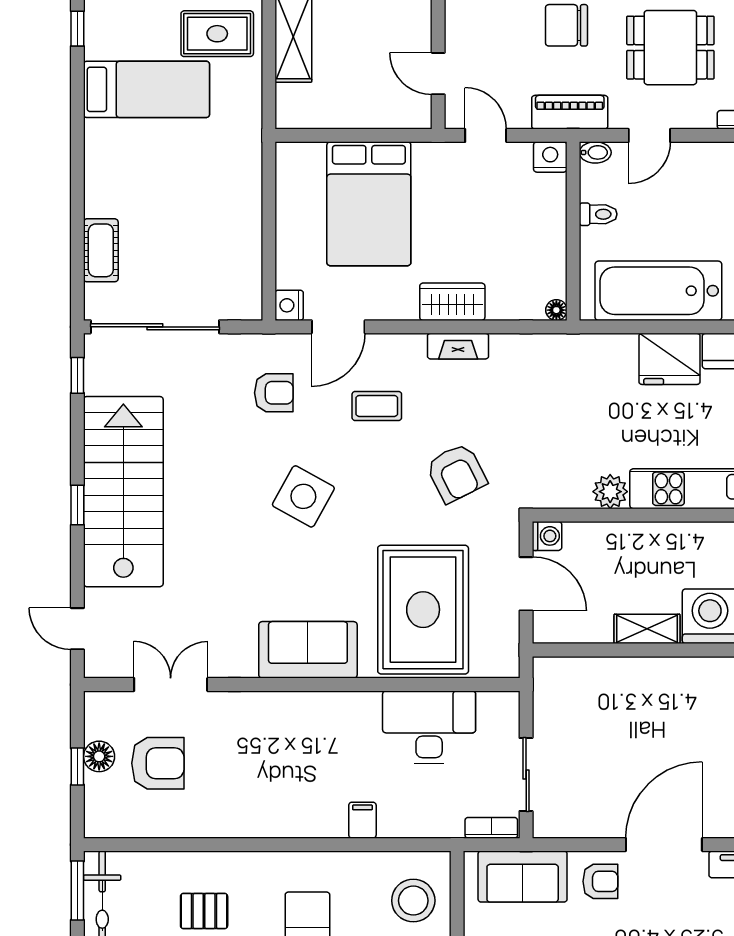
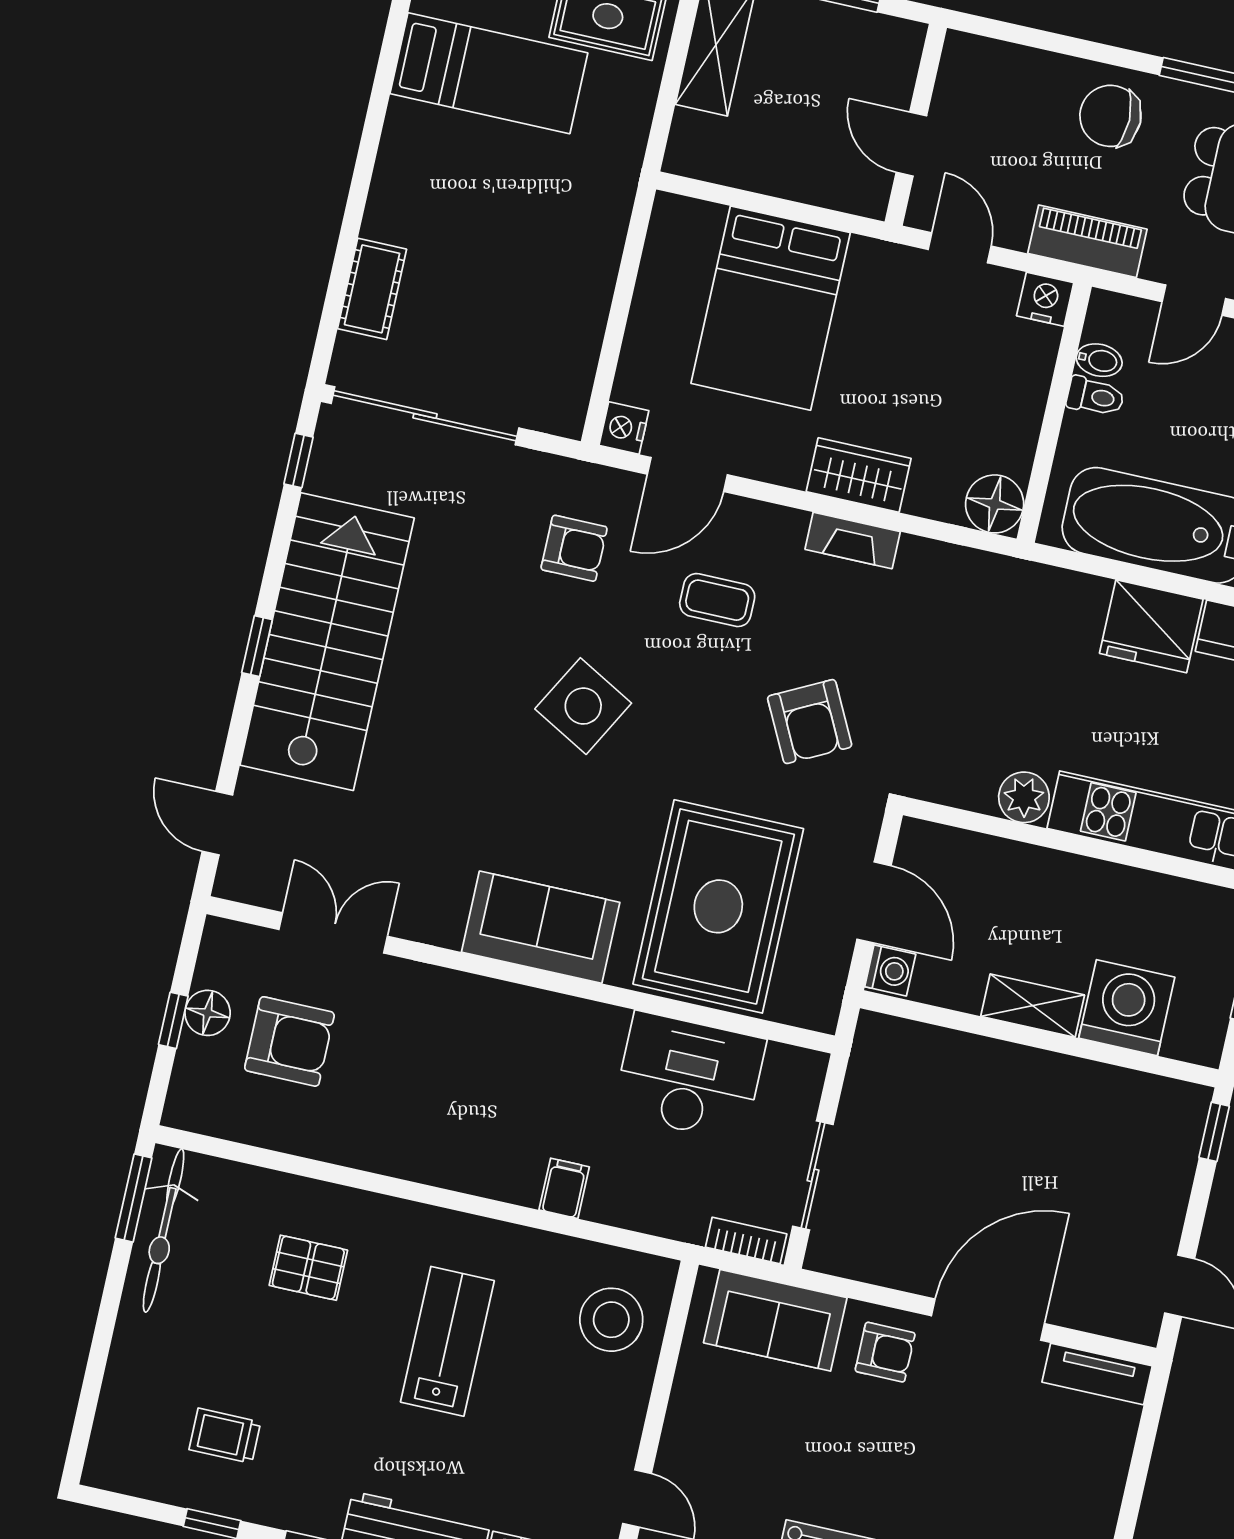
bidet: (595, 152) -> (1099, 360), moved
floor lamp: (556, 310) -> (995, 504), width x1.89, depth x1.89
washing machine: (547, 536) -> (890, 970), moved

